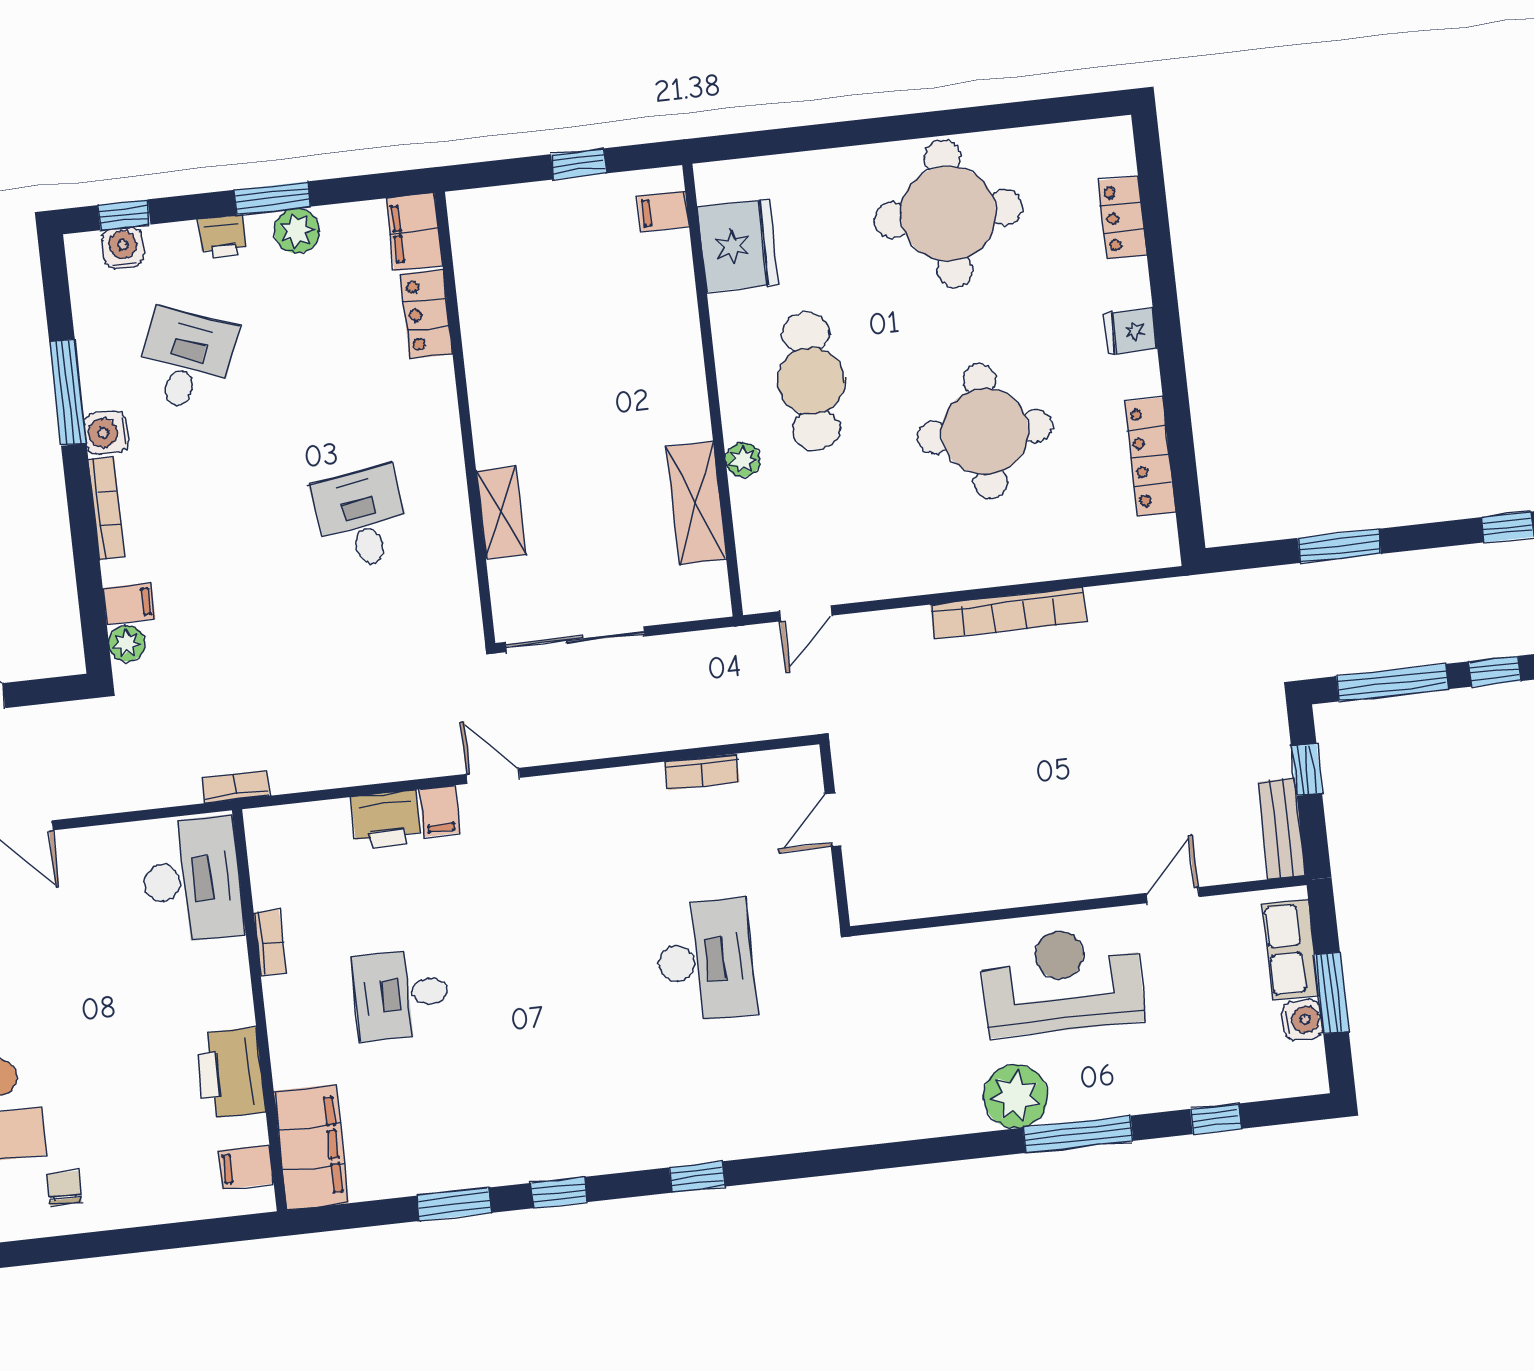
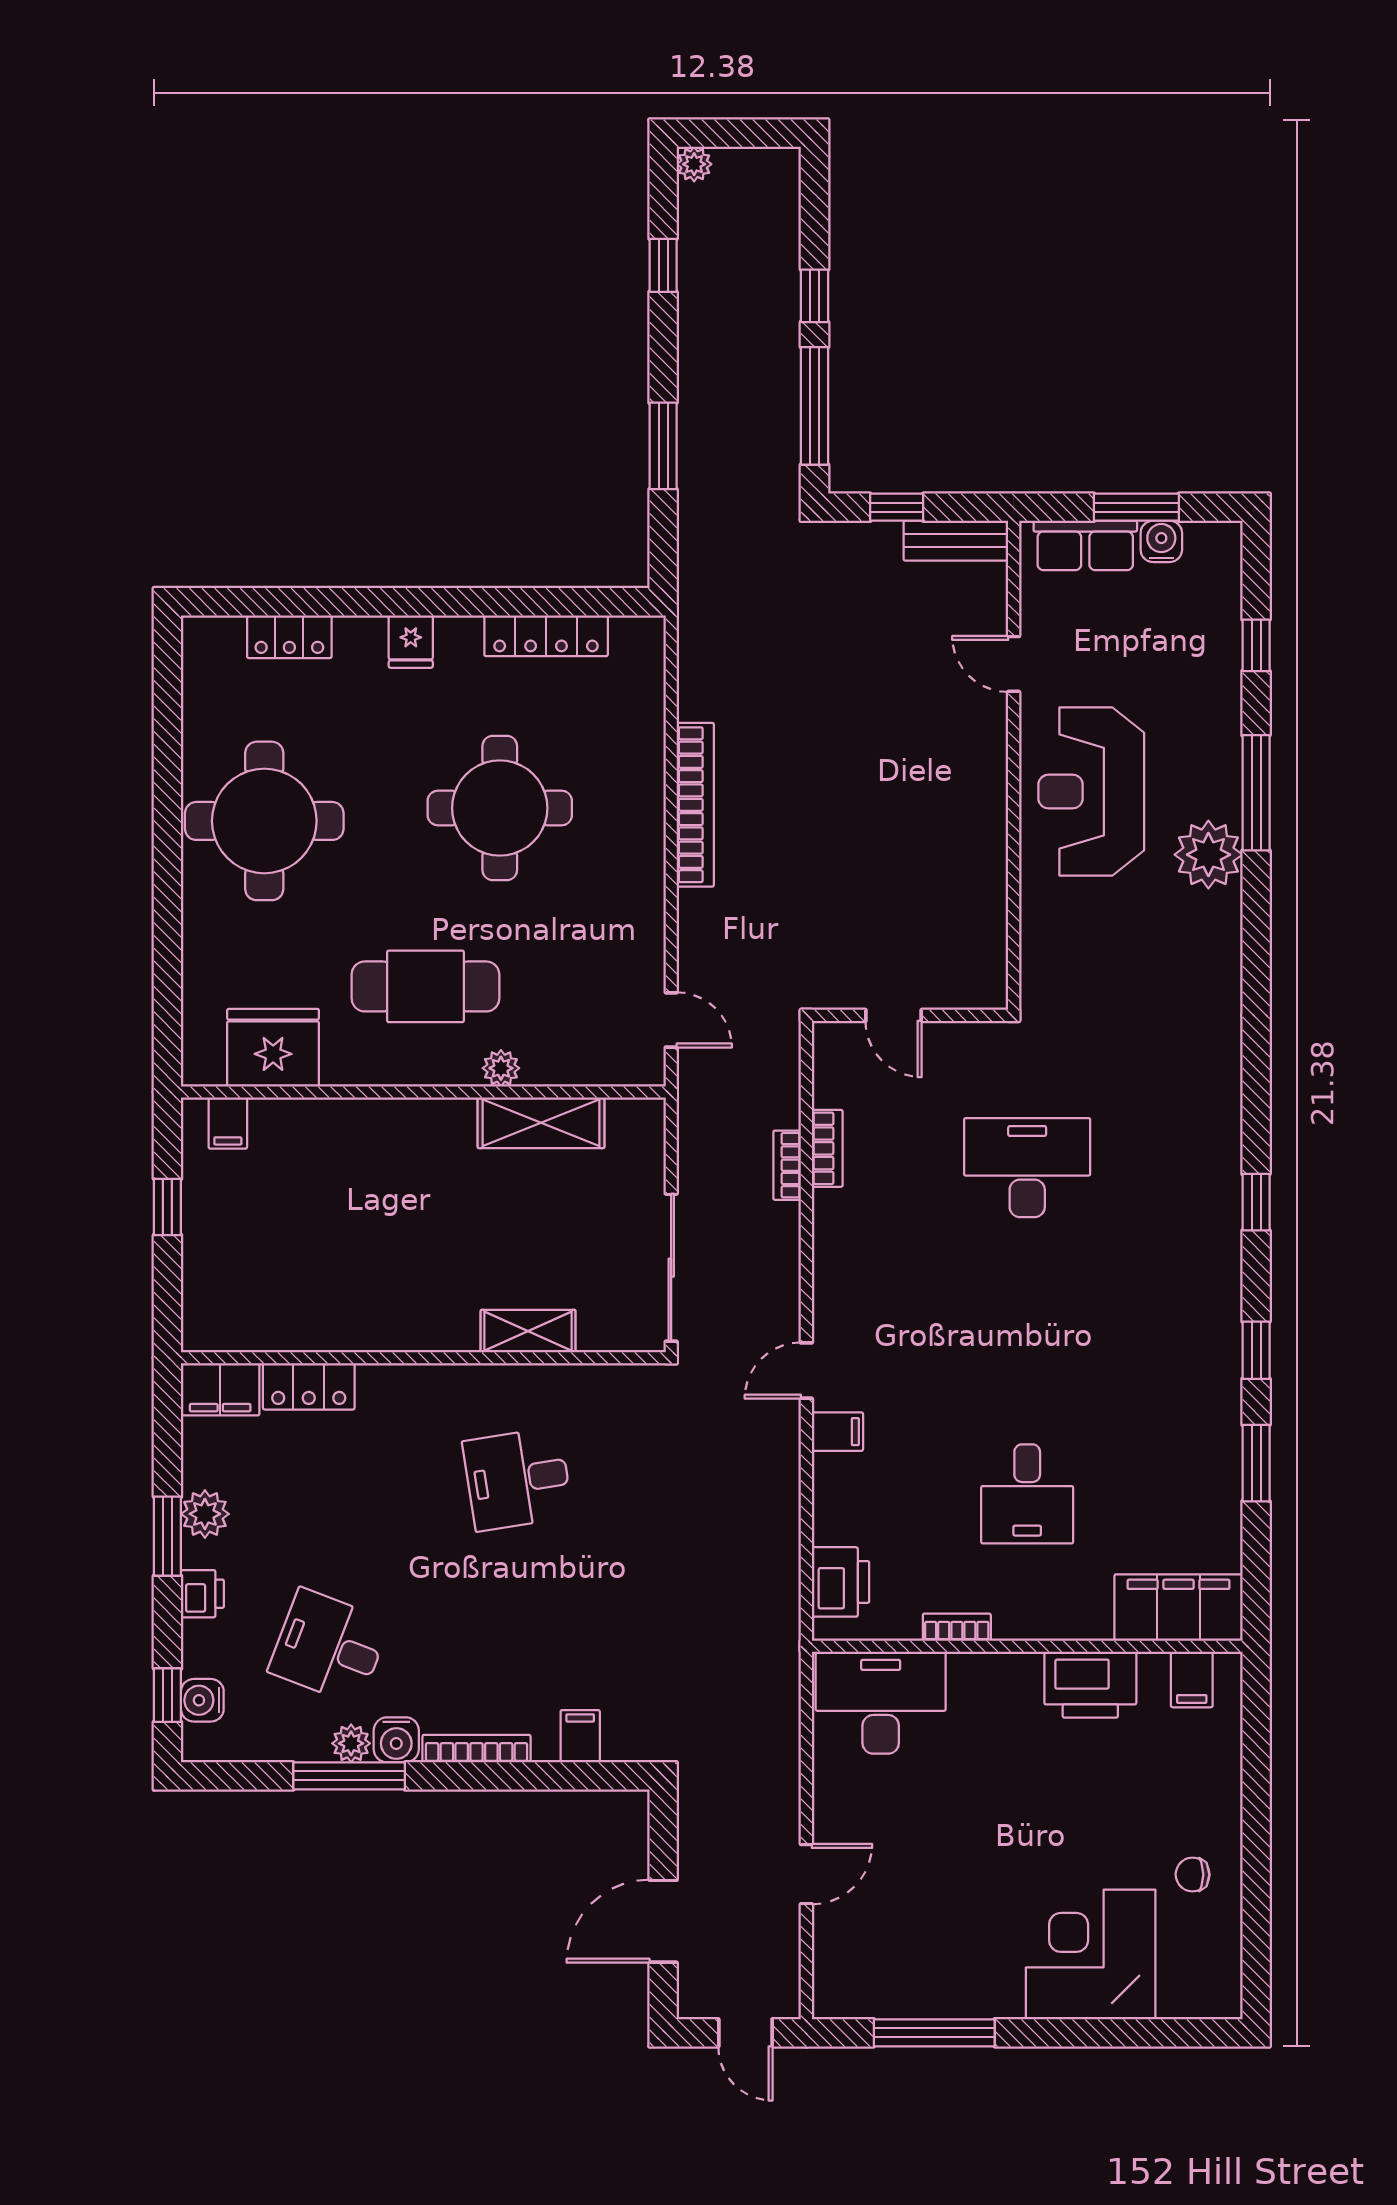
plant: (127, 644) -> (351, 1743), moved
bookcase: (236, 787) -> (787, 1165), moved
printer: (386, 820) -> (841, 1582), moved

